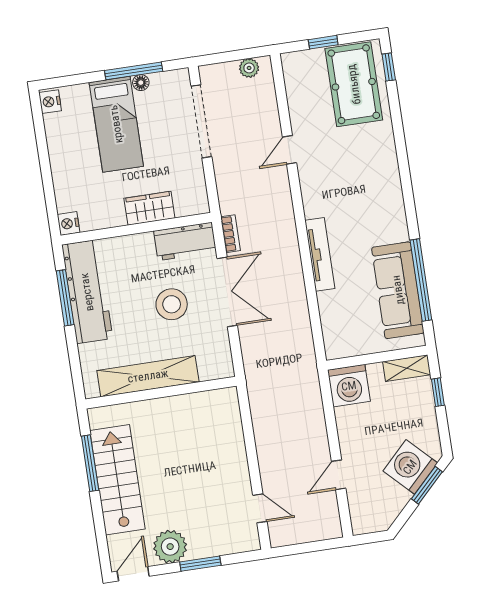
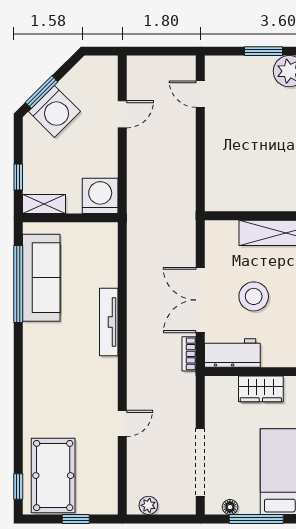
floor lamp: (141, 83) -> (230, 507), moved

